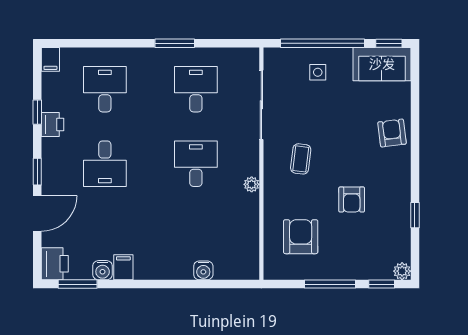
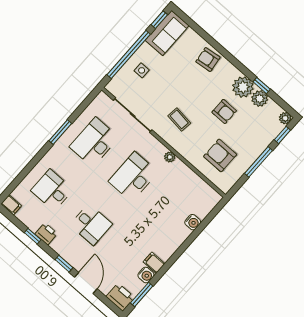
desk: (196, 89) -> (94, 142), width x1.37
desk: (196, 164) -> (133, 177), width x1.37
plant: (396, 197) -> (243, 87), added
plant: (399, 225) -> (260, 99), added

